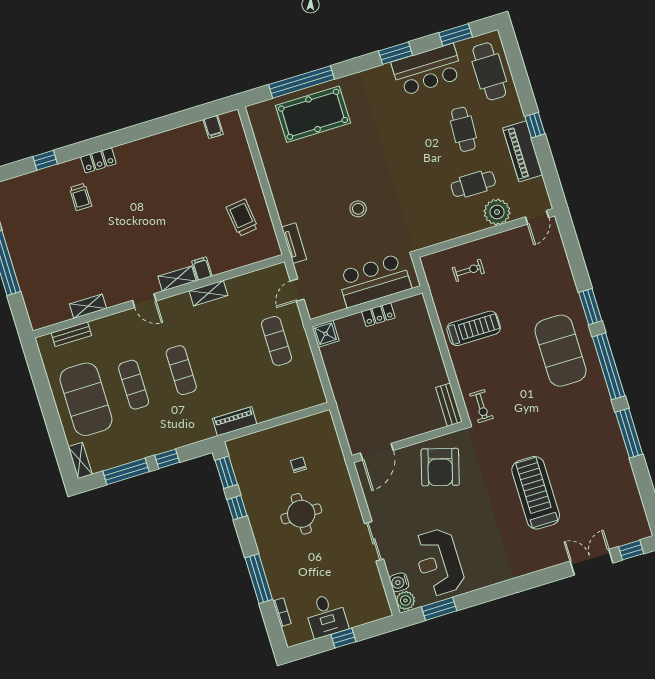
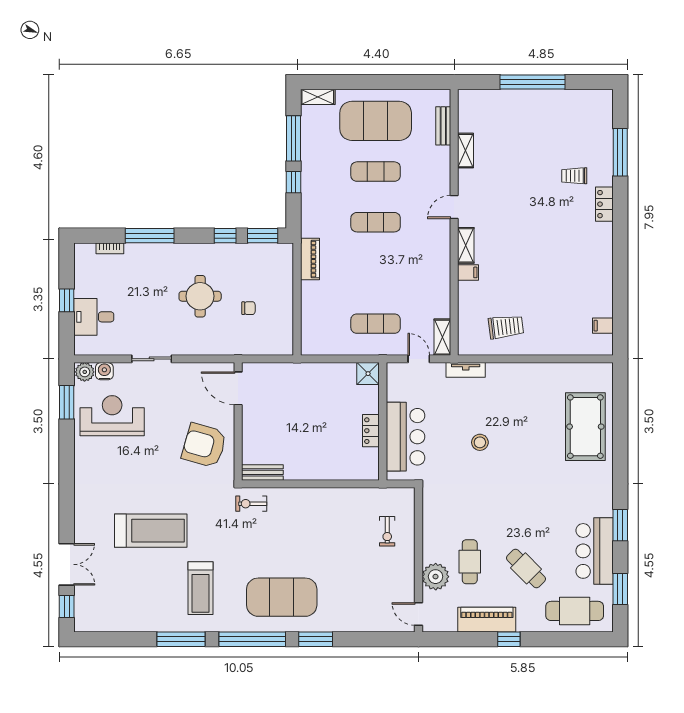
window: (301, 82) -> (620, 425), removed
cafe table: (463, 129) -> (526, 568), turned 42
window: (45, 160) -> (620, 152), width x2.17
shelving: (208, 293) -> (442, 337), moved
treadmill: (474, 328) -> (200, 588), moved
desk: (326, 615) -> (94, 317), moved

